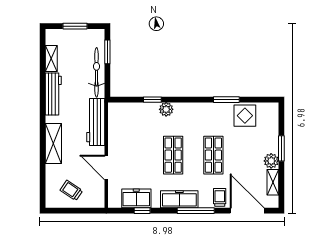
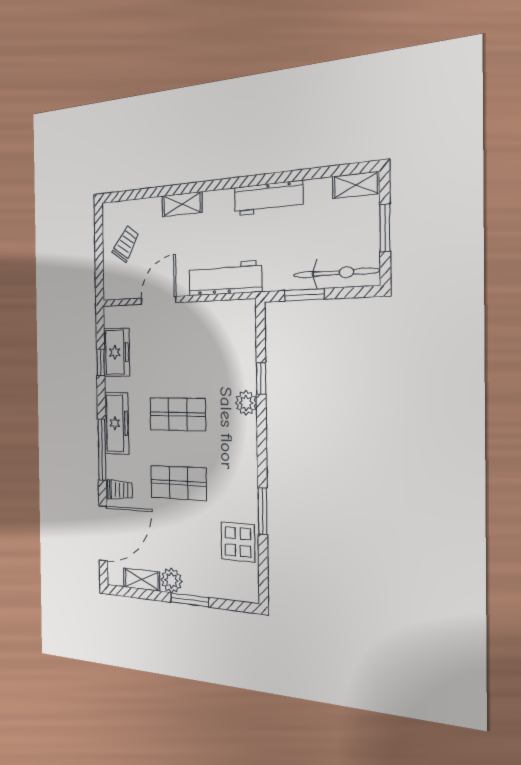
window: (107, 52) -> (304, 295), moved
shelving: (51, 59) -> (356, 185), moved
bicycle: (97, 72) -> (336, 273), moved
shelving: (53, 143) -> (182, 204), width x0.67, depth x0.75

